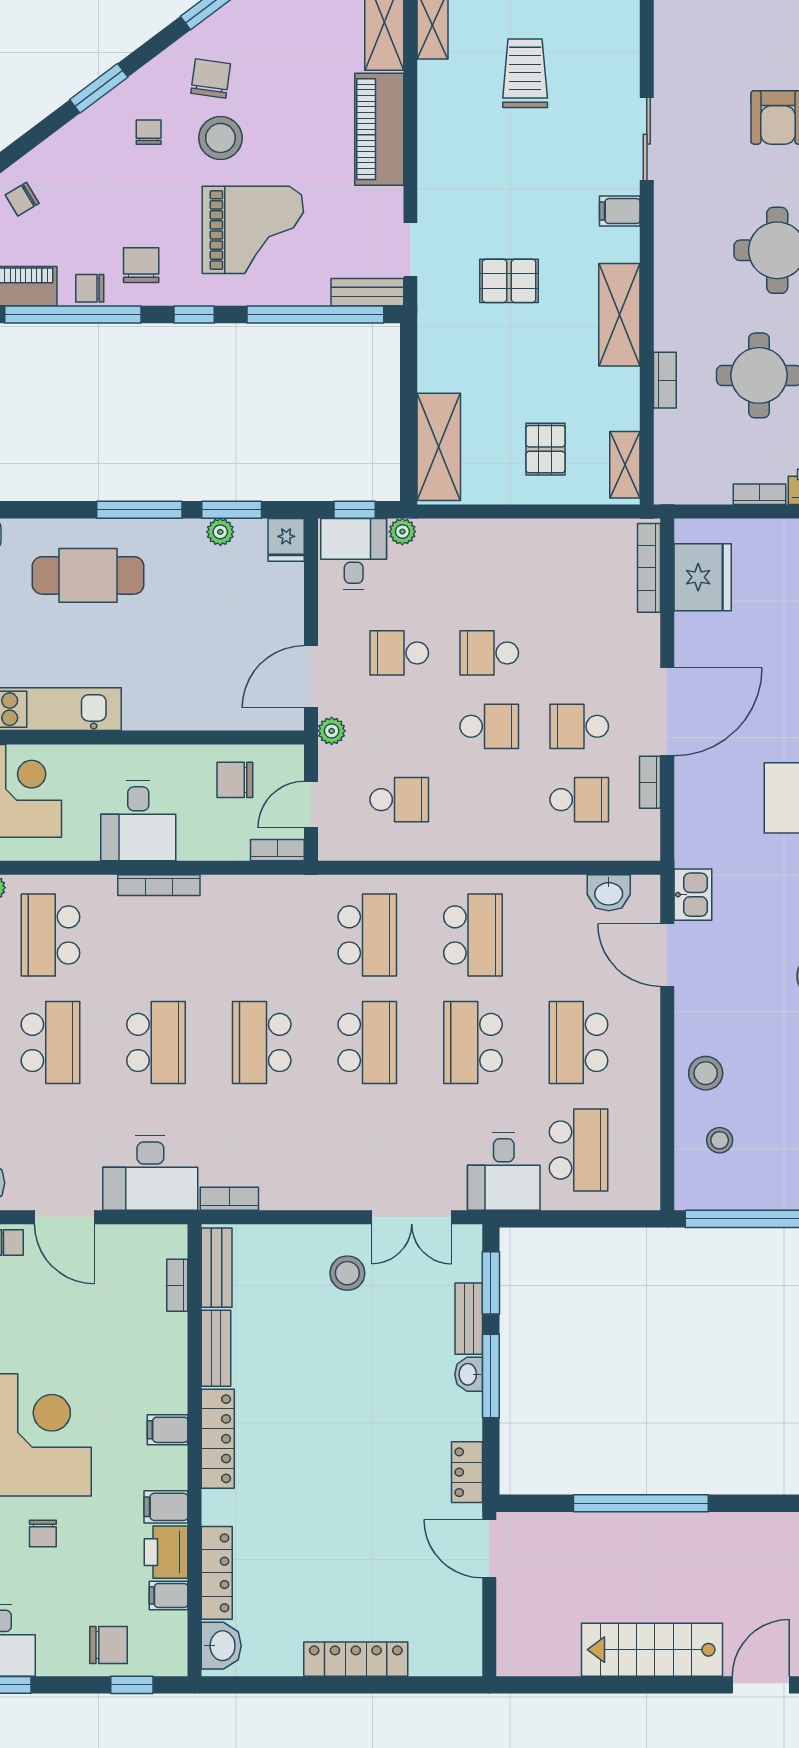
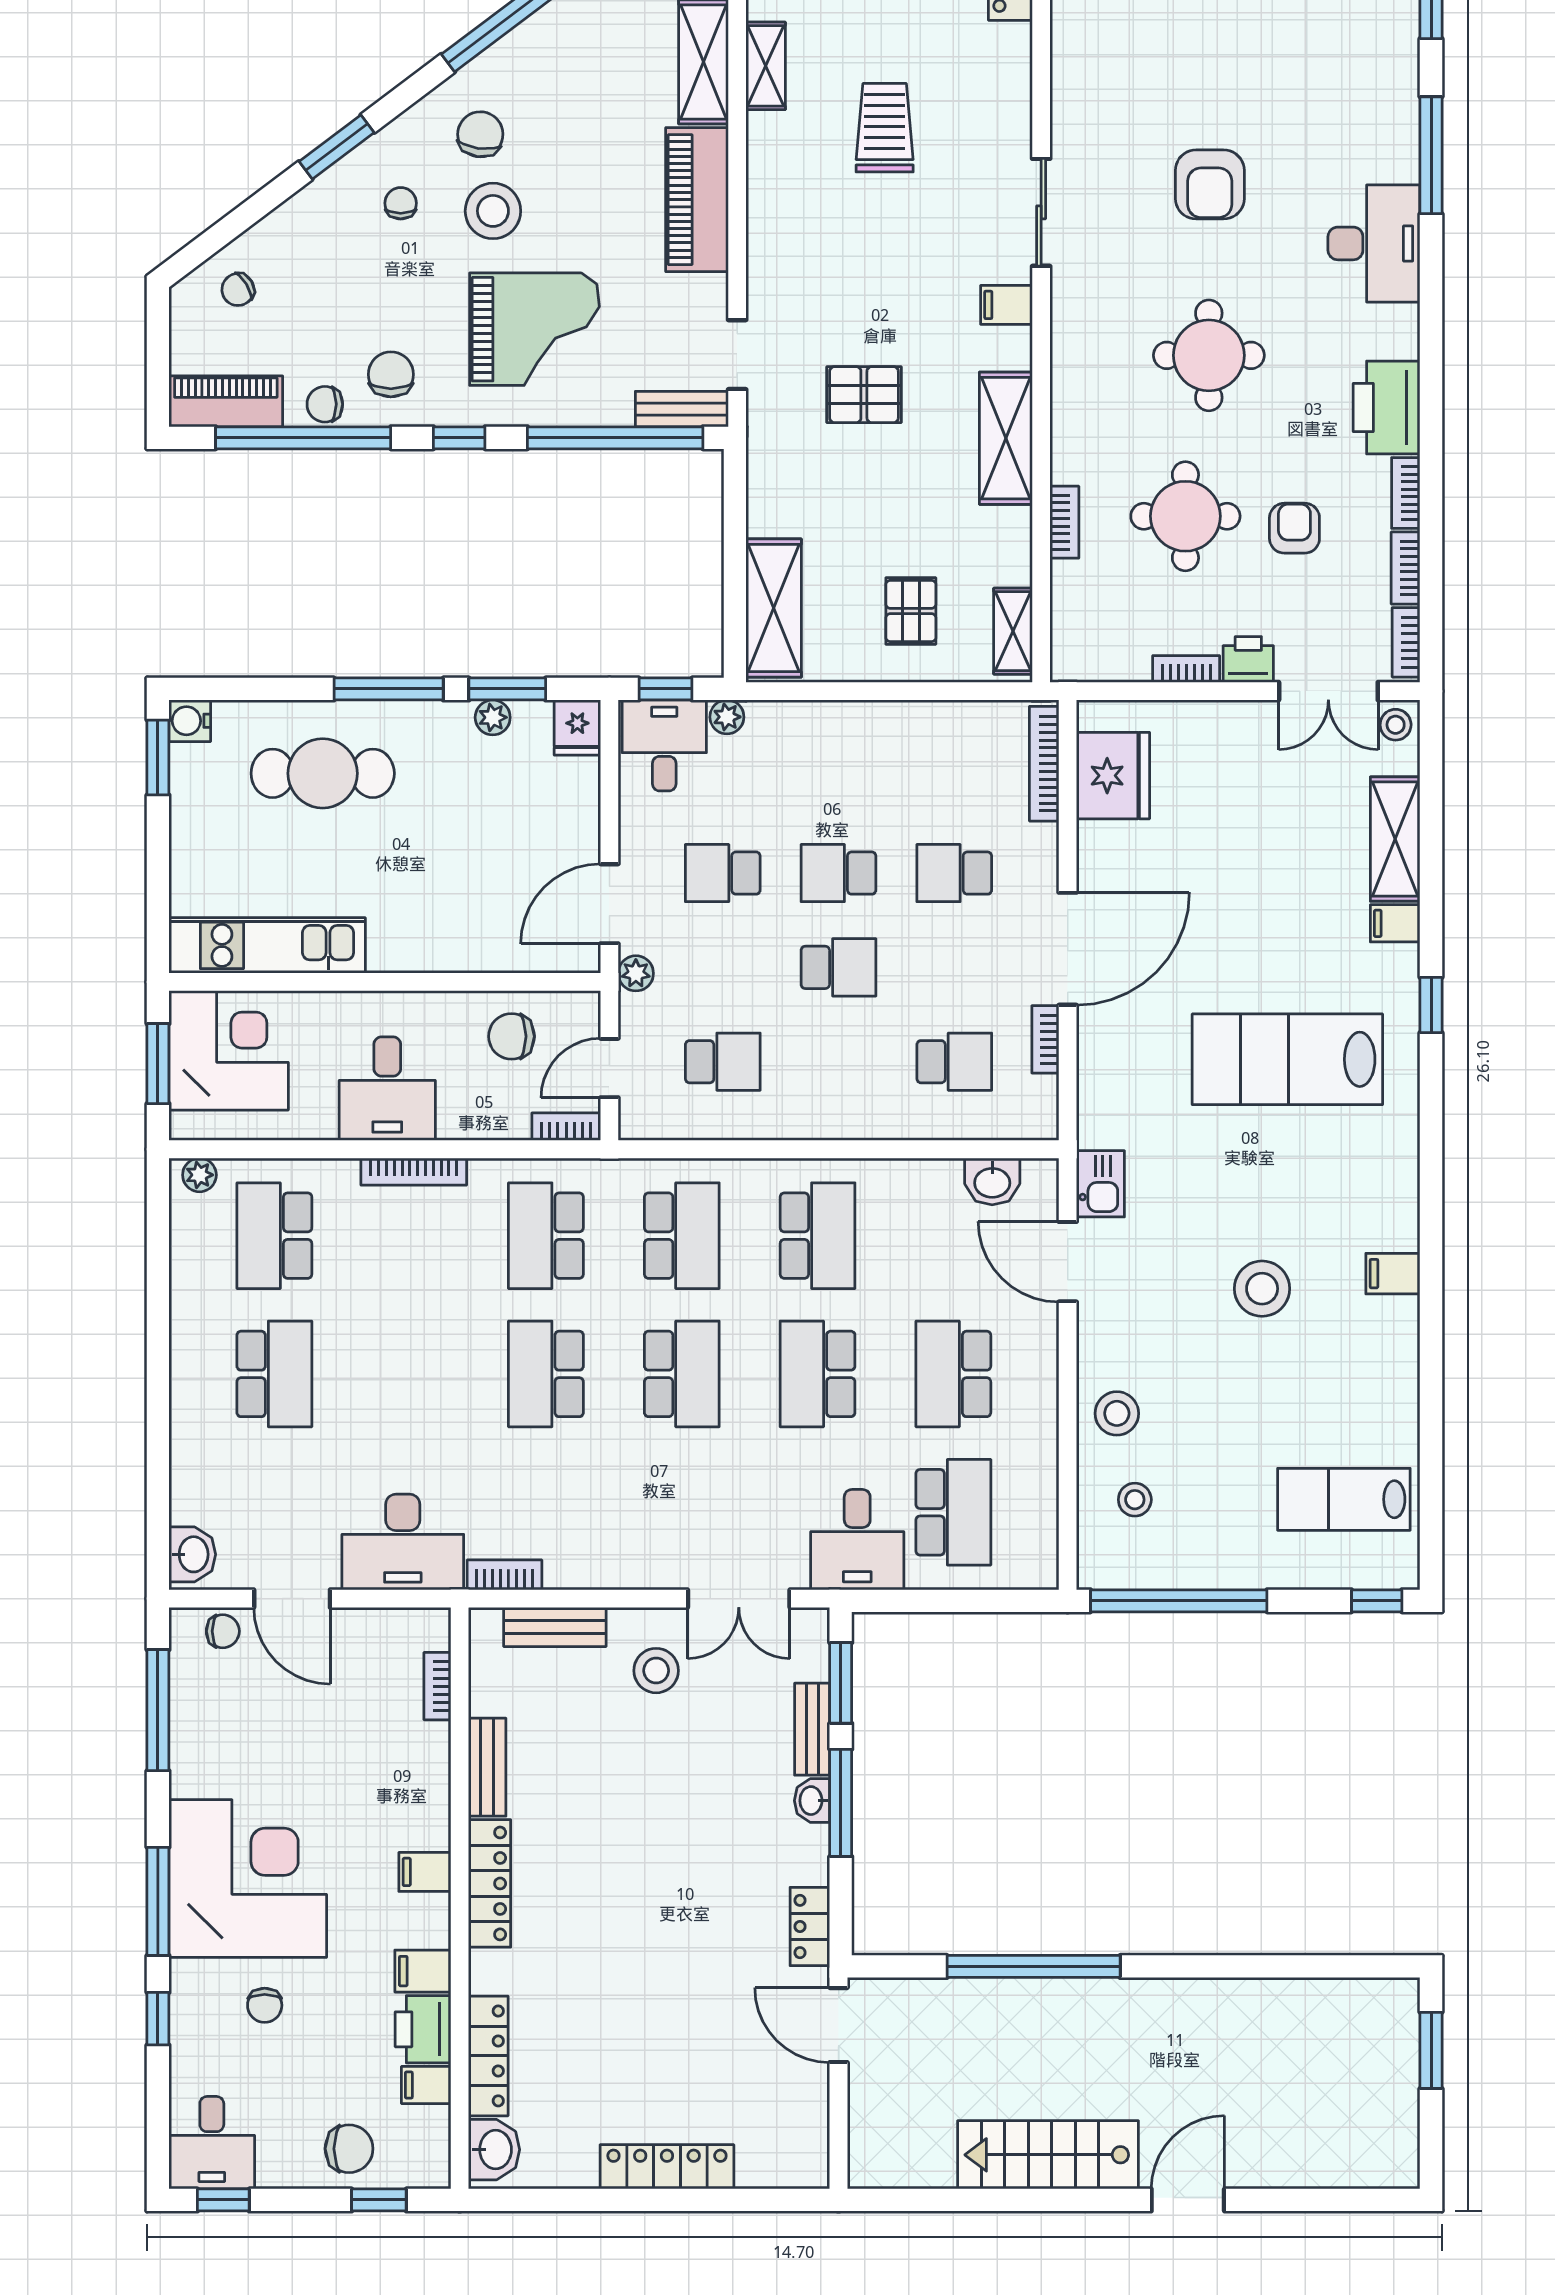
school desk: (579, 726) -> (954, 873), moved
school desk: (156, 1042) -> (546, 1236), moved, turned 180
bench: (217, 1268) -> (555, 1627), moved, turned 90

